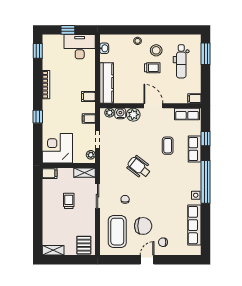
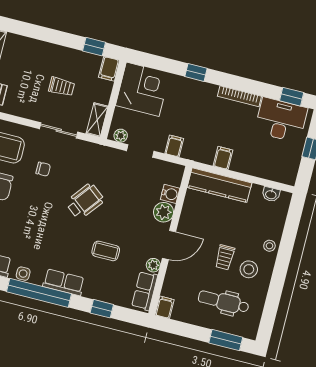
desk: (80, 47) -> (281, 120), moved, turned -90
filing cabinet: (88, 97) -> (223, 158), moved
plant: (109, 113) -> (153, 265), moved
row of seats: (195, 149) -> (64, 282), moved
window: (38, 187) -> (94, 47), added

